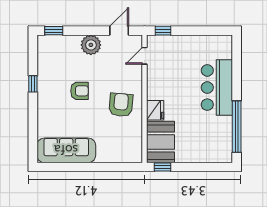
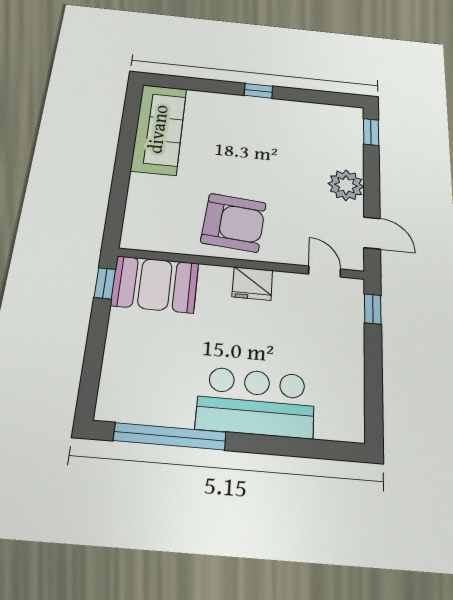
window: (33, 84) -> (258, 91), moved
armchair: (79, 91) -> (264, 159), removed
armchair: (121, 105) -> (234, 223), width x1.36, depth x1.36
fridge: (155, 110) -> (252, 284), moved

